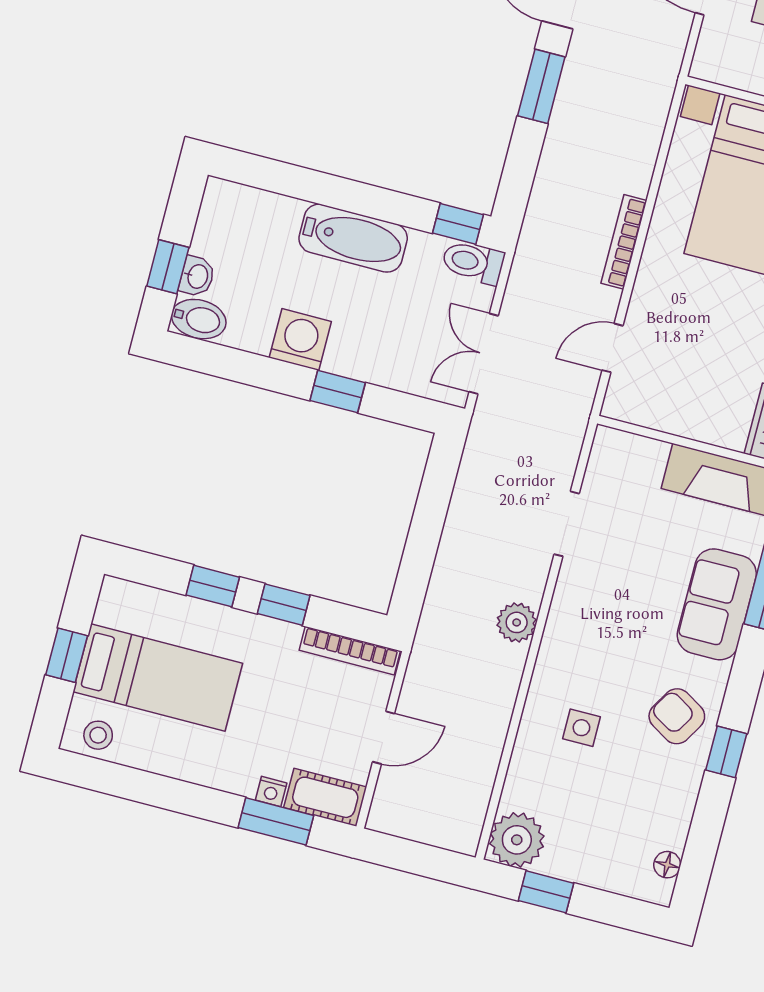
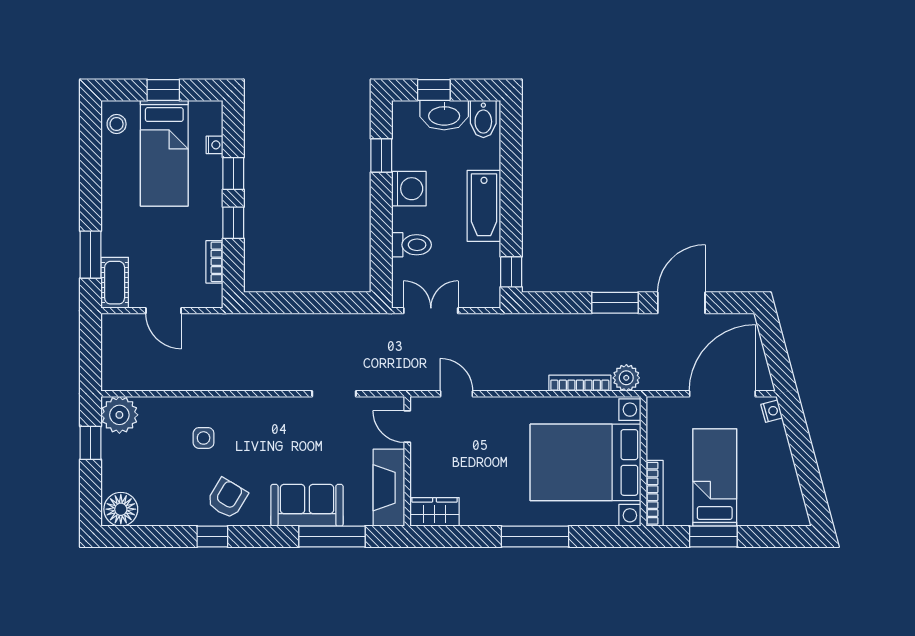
bookcase: (624, 242) -> (580, 383), moved
toilet: (473, 262) -> (411, 245), moved, turned 90
washbasin: (197, 276) -> (444, 115), width x1.91, depth x1.45
bidet: (199, 319) -> (483, 119), moved
window: (338, 392) -> (381, 155), moved
door: (641, 431) -> (407, 427), added
plant: (517, 622) -> (626, 378), moved
bookcase: (350, 651) -> (214, 262), width x0.64
nightstand: (271, 791) -> (215, 145), moved, turned 180
floor lamp: (667, 865) -> (121, 509), width x1.89, depth x1.89

